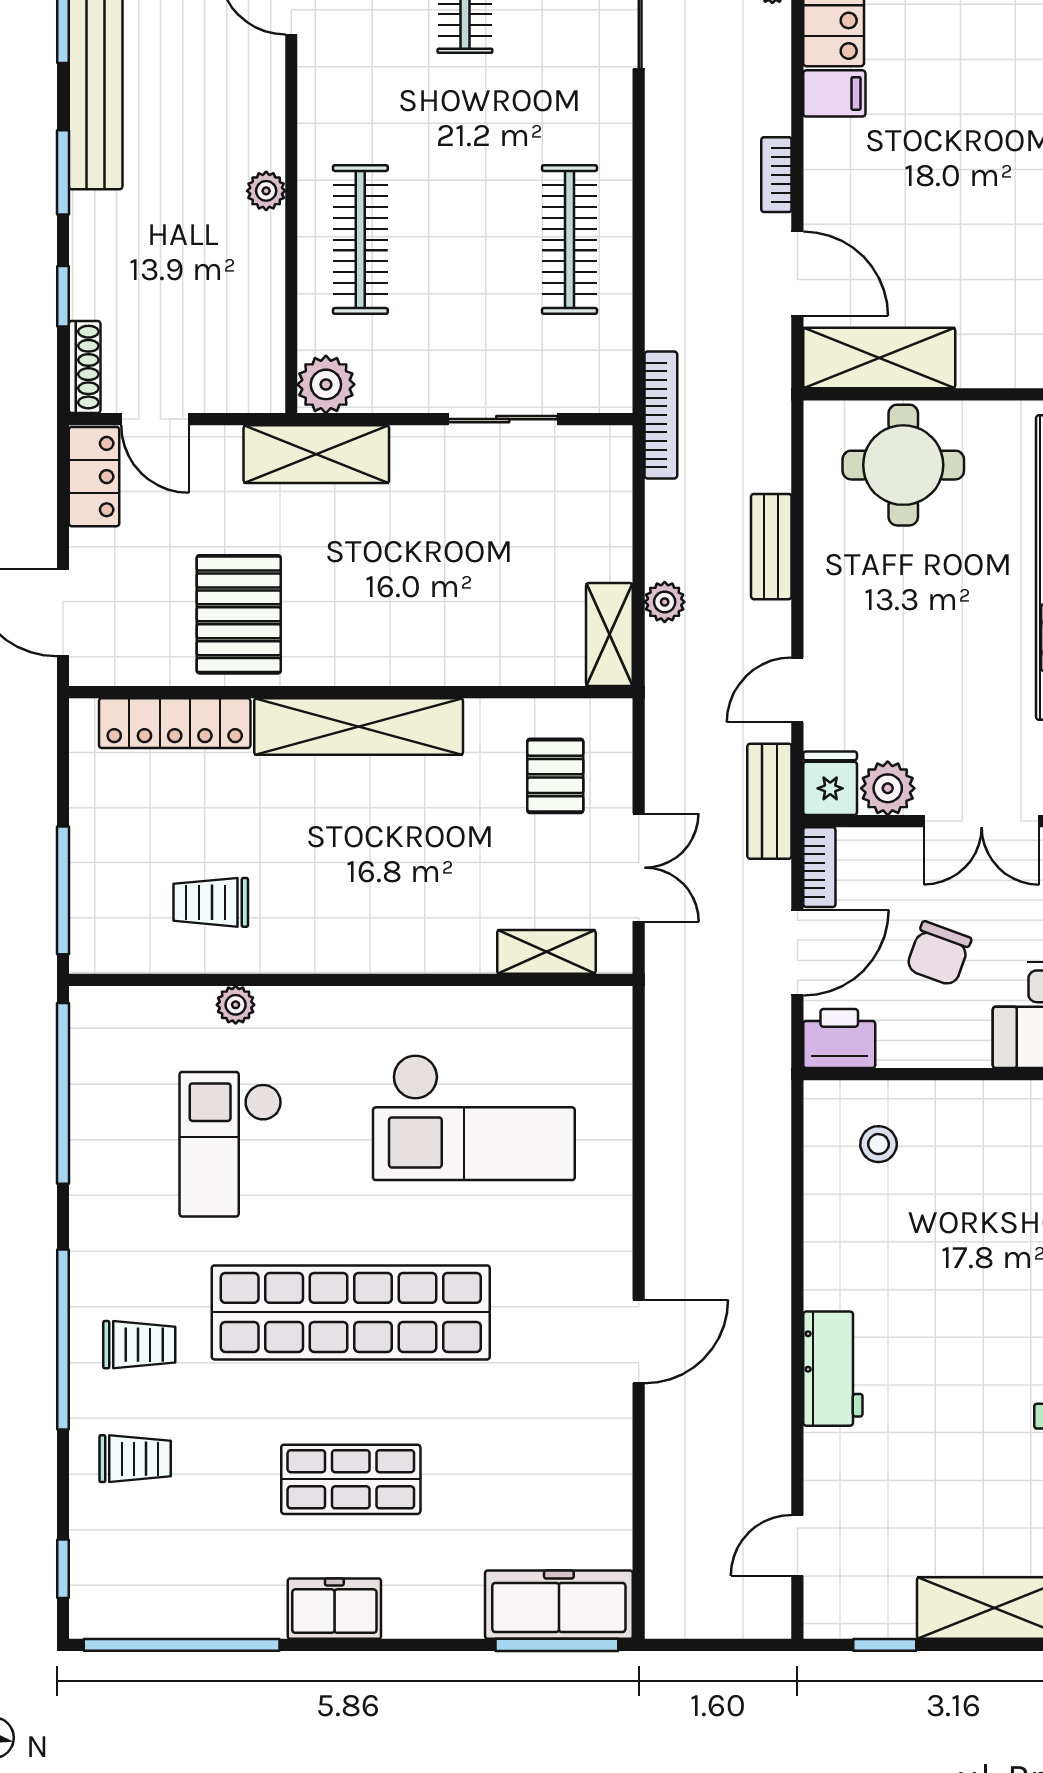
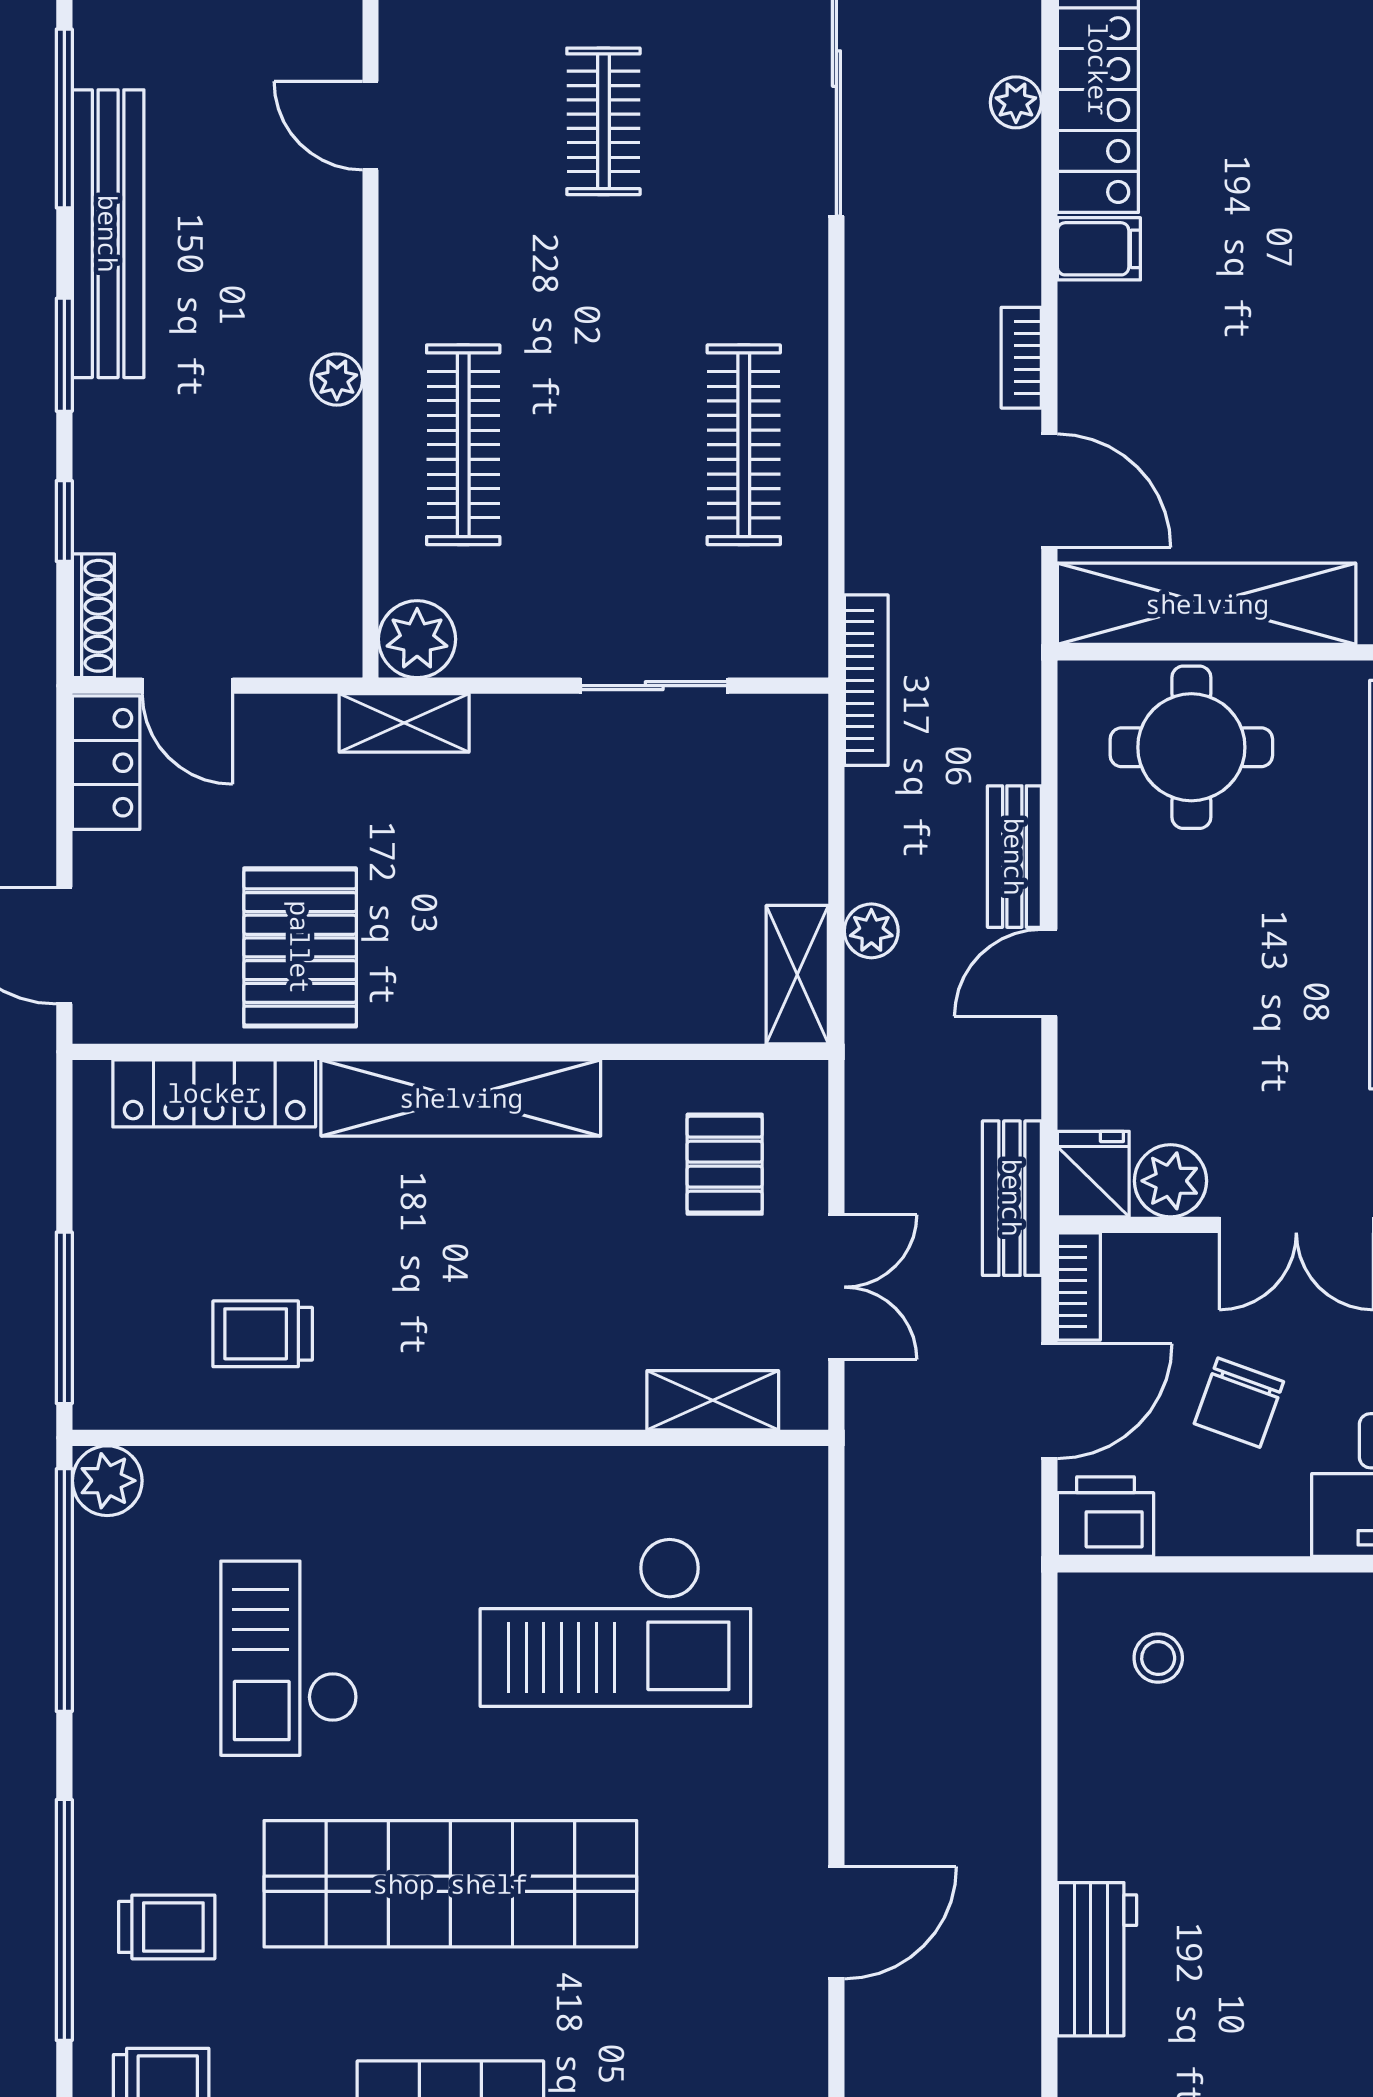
shelving: (879, 358) -> (1207, 604), width x1.47
shelving: (316, 454) -> (404, 723), width x0.67, depth x0.75
door: (797, 690) -> (1049, 973), moved
plant: (236, 1005) -> (107, 1481), moved, width x1.38, depth x1.38

